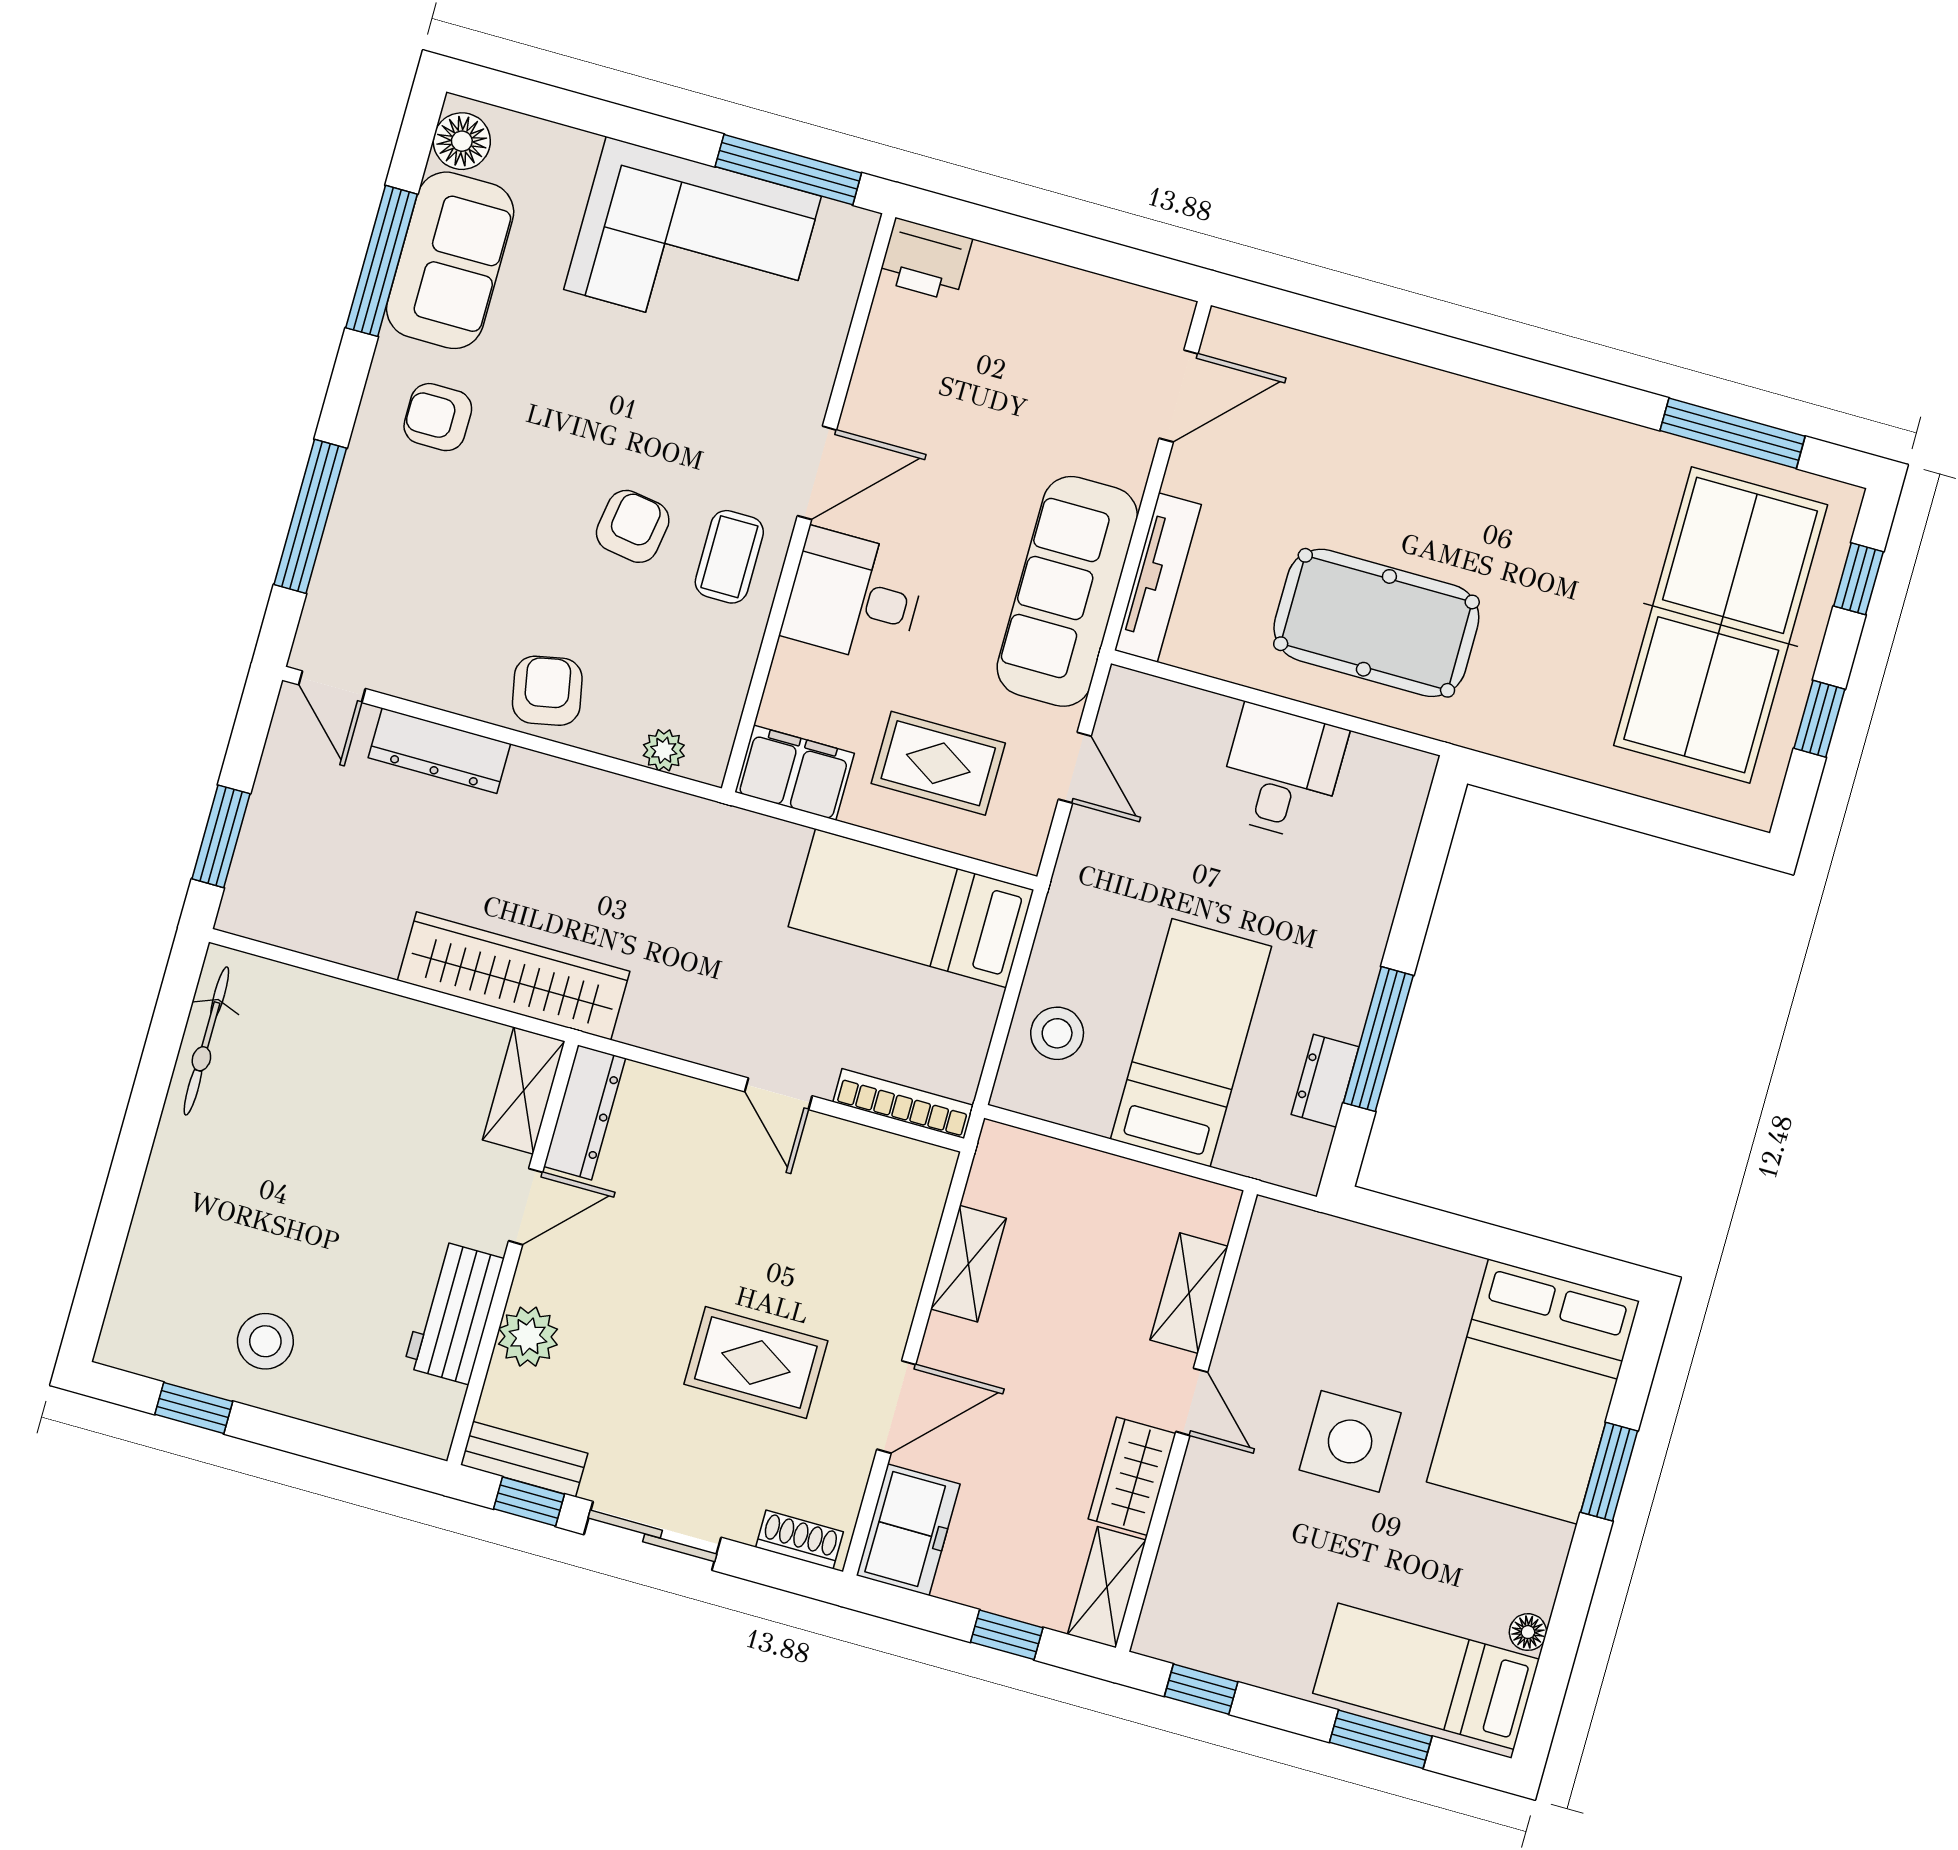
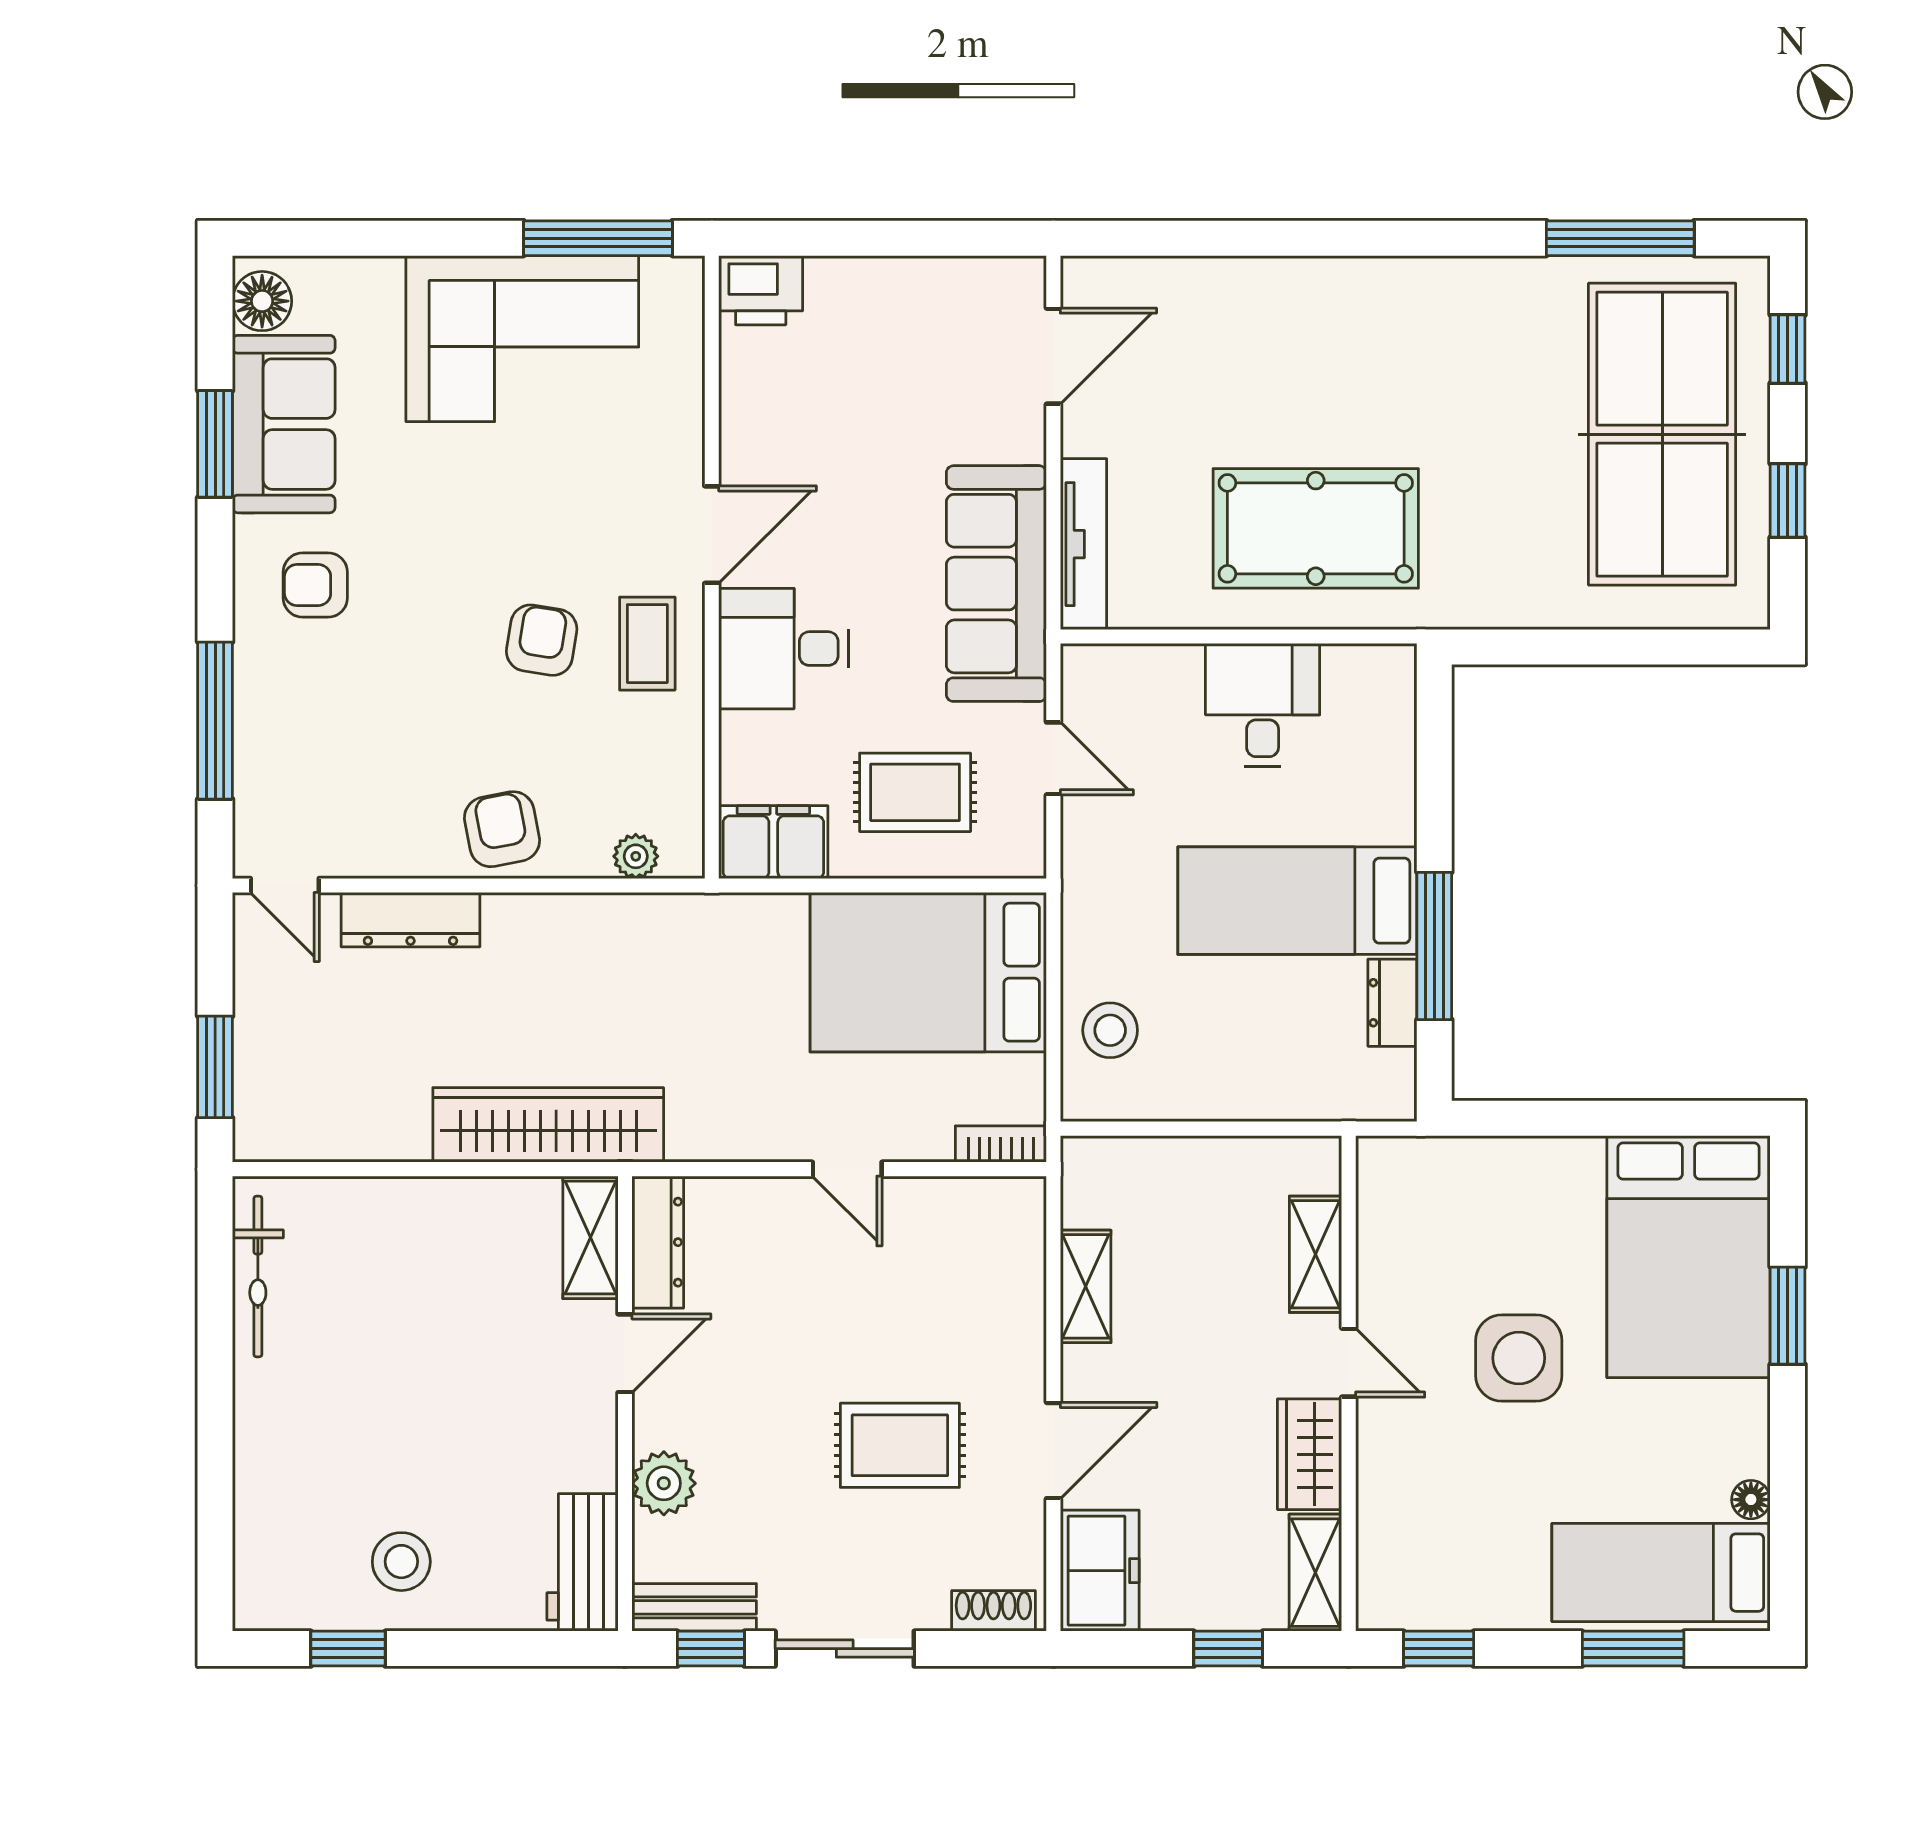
window: (382, 261) -> (215, 444), width x0.69
bed: (911, 908) -> (928, 972), width x1.50
bed: (1191, 1043) -> (1297, 901), moved, turned -90
bookcase: (903, 1104) -> (1001, 1144), width x0.64
workbench: (454, 1313) -> (582, 1562), moved

